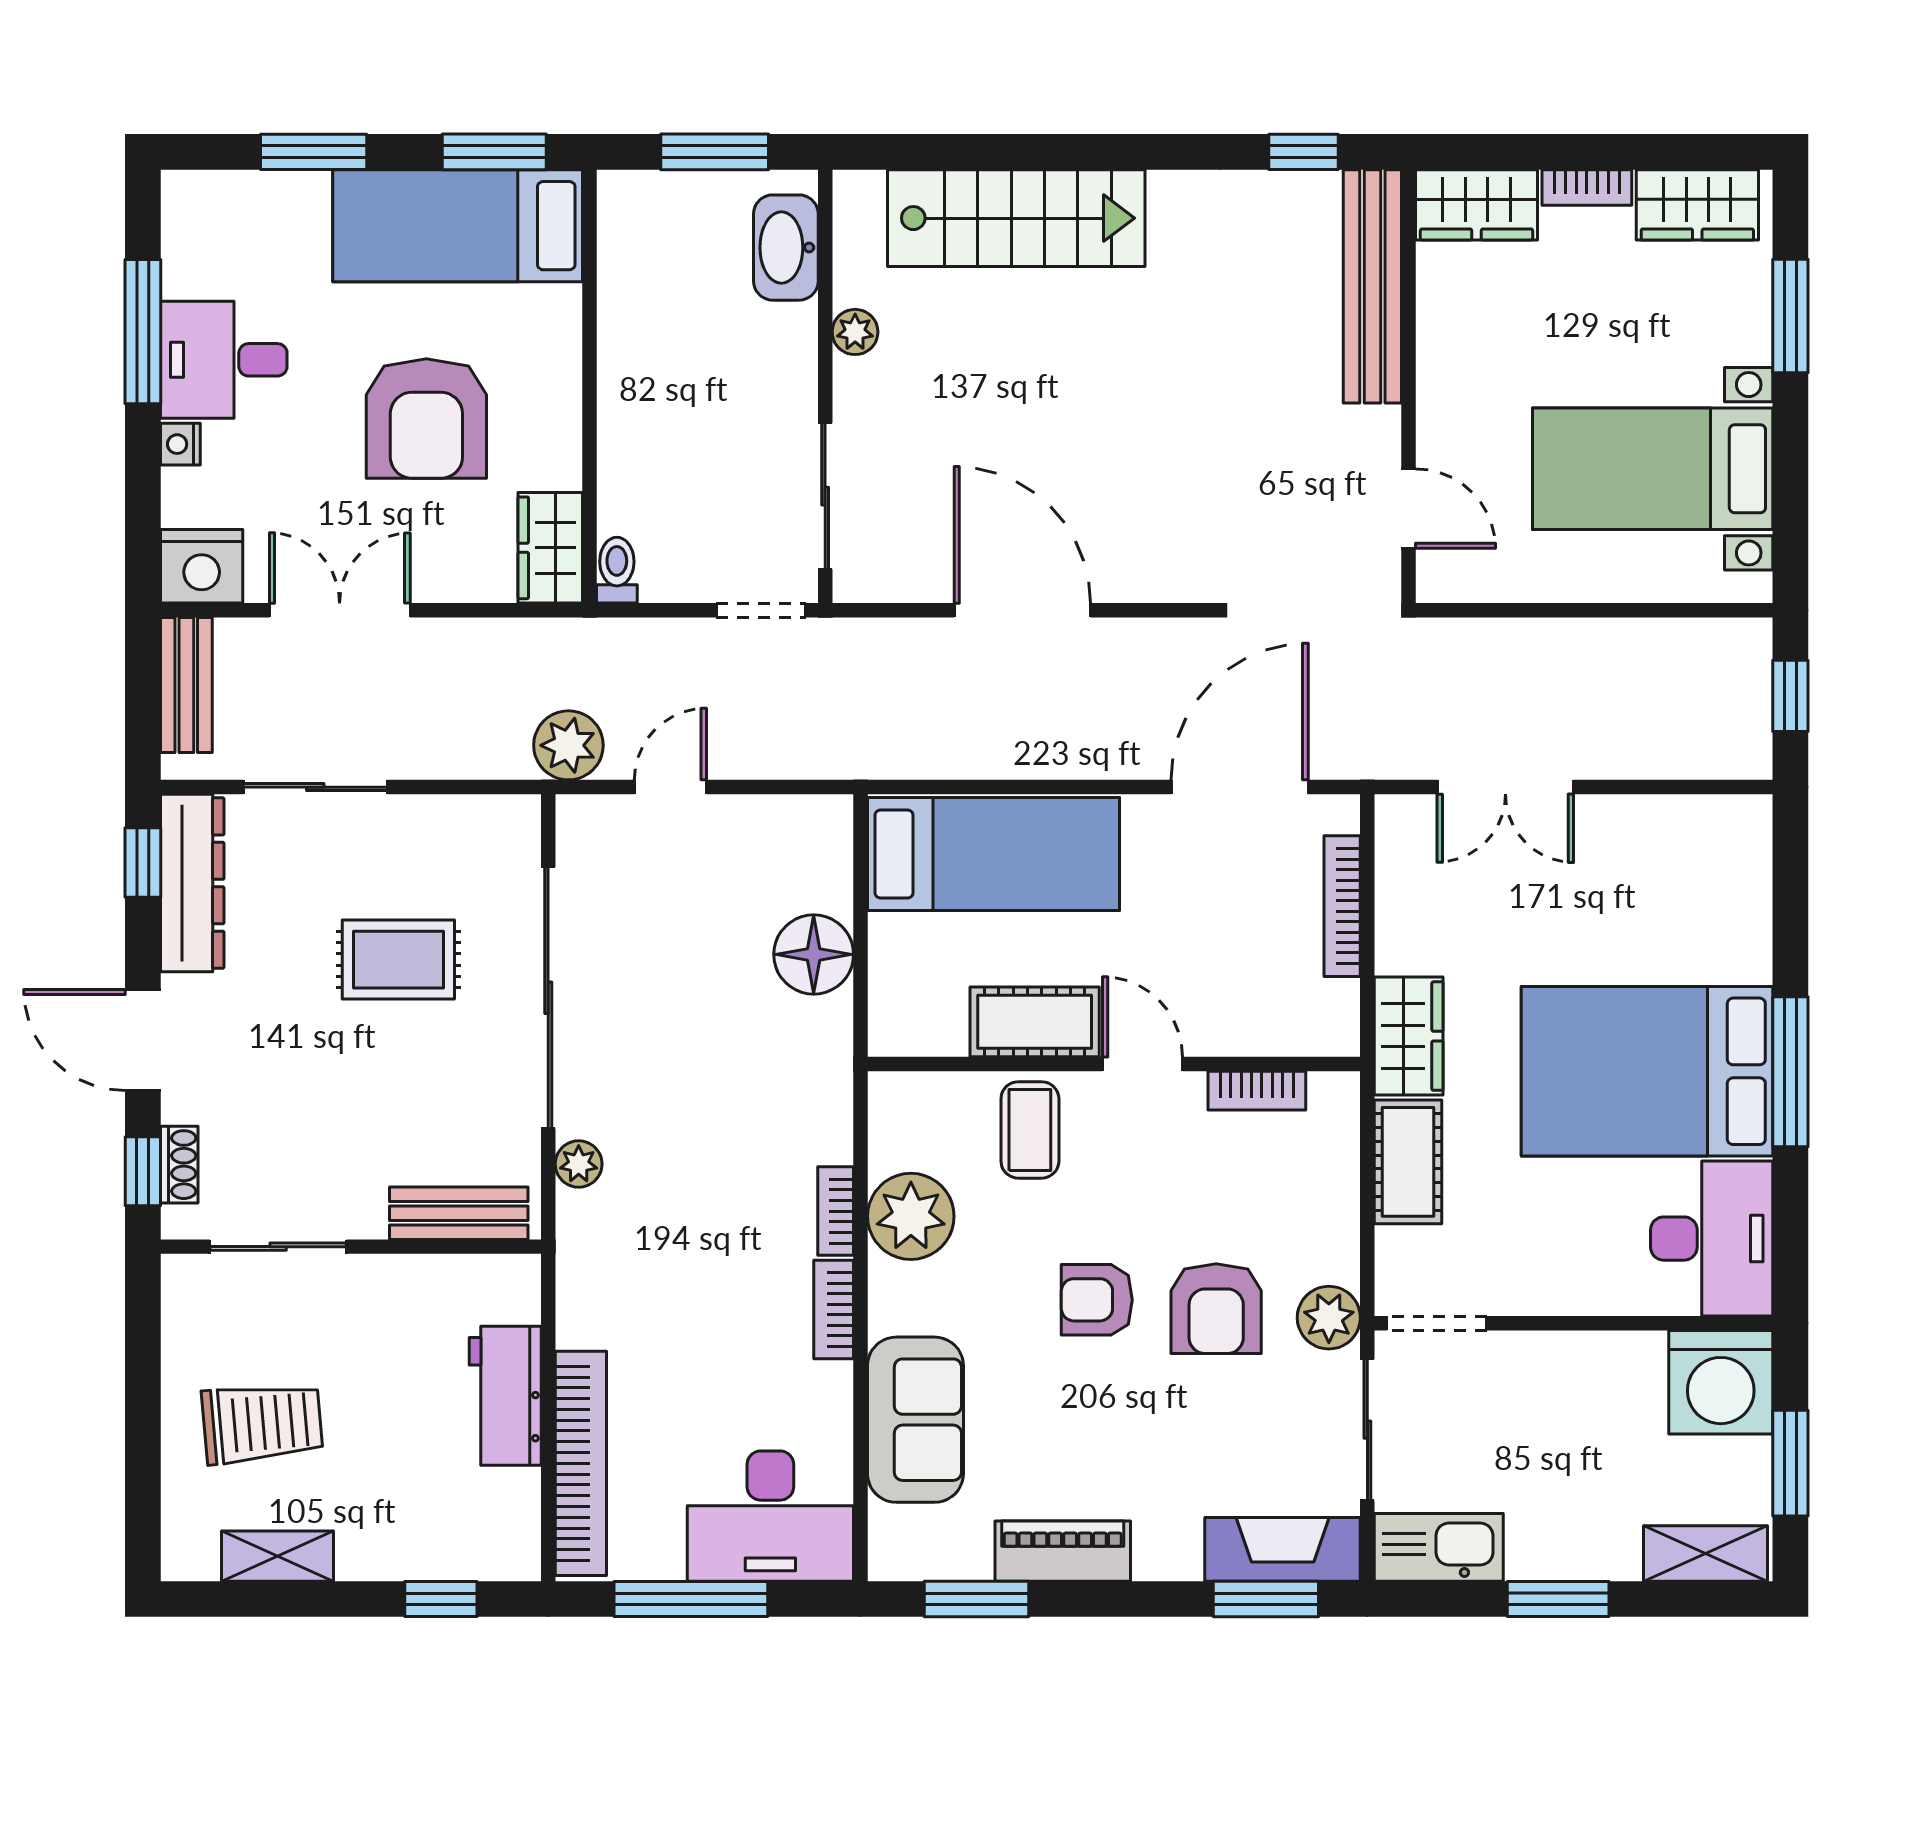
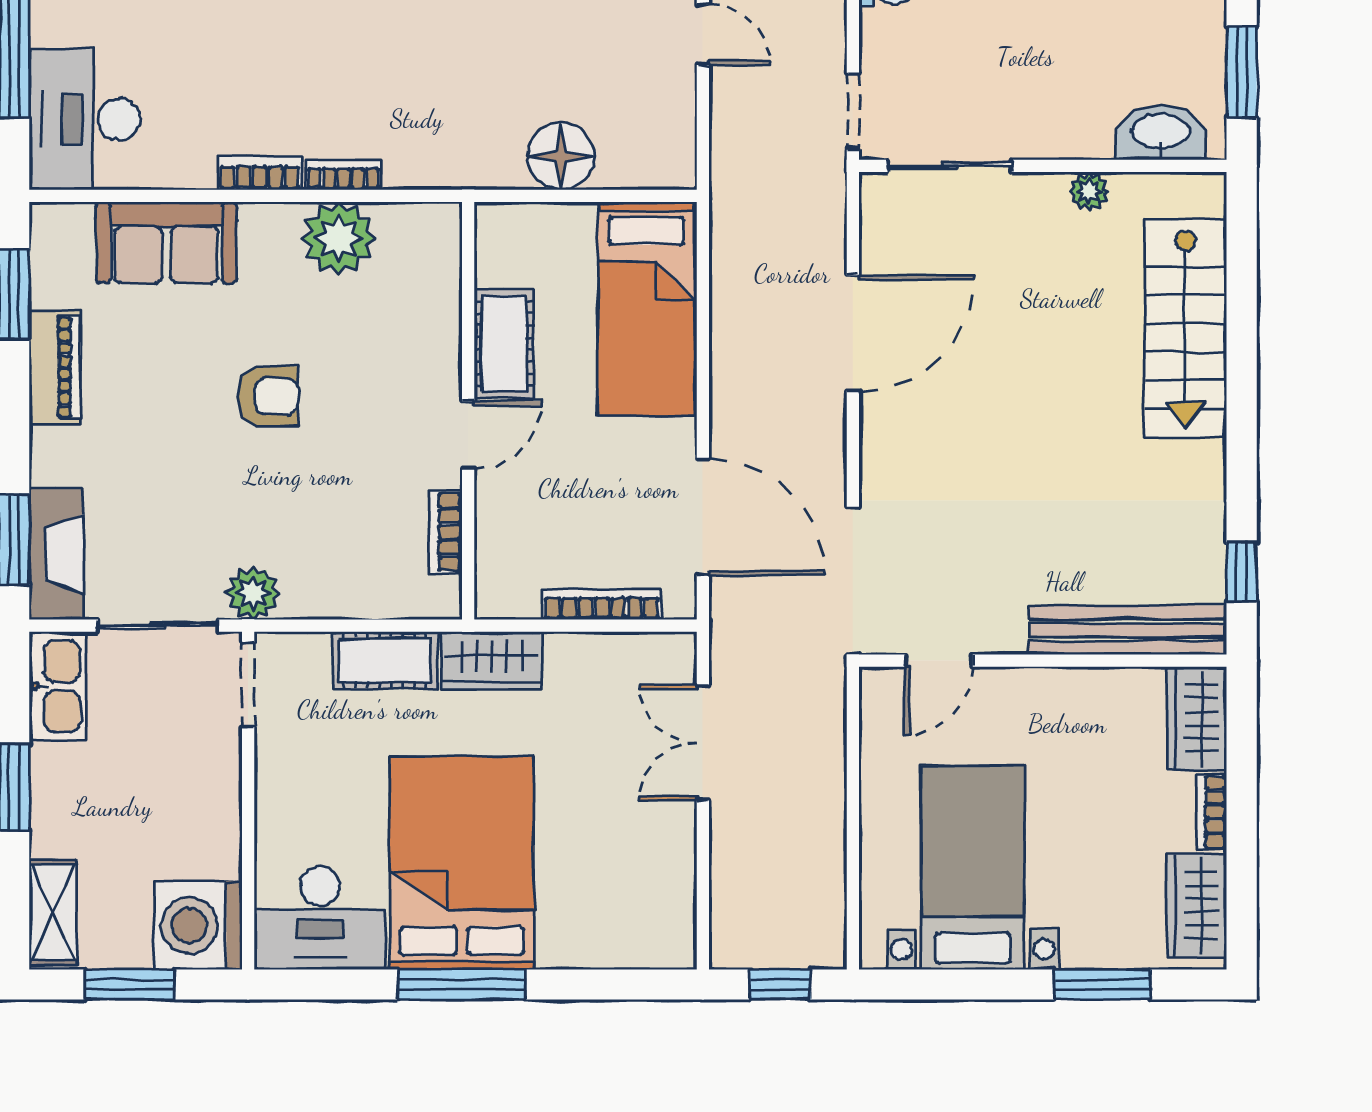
coffee table: (1030, 1130) -> (412, 340), removed
armchair: (1097, 1300) -> (268, 396), turned 90
armchair: (1216, 1309) -> (261, 498), removed

